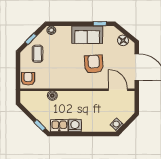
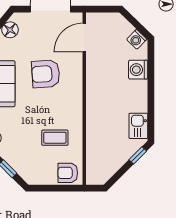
coffee table: (38, 54) -> (55, 138), moved
boiler: (52, 96) -> (93, 136), removed
washing machine: (75, 126) -> (138, 70), moved

